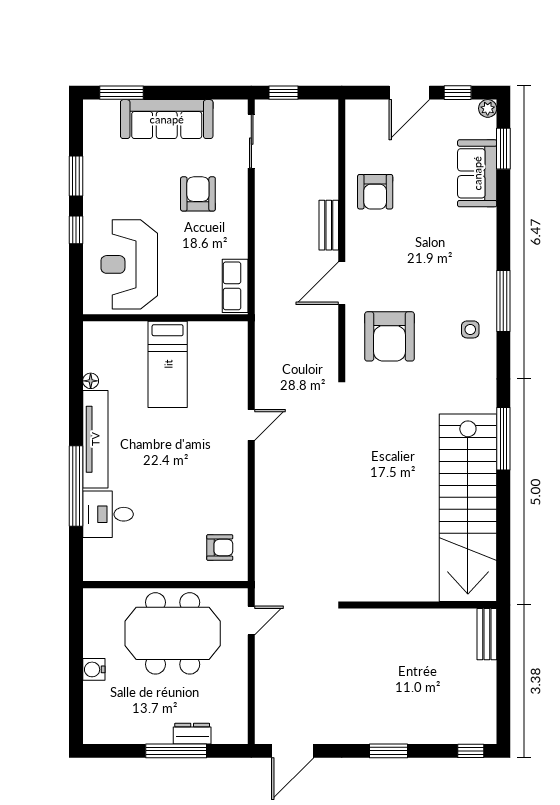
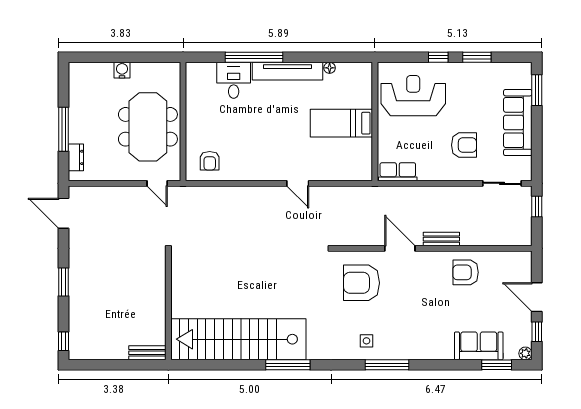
dresser: (192, 734) -> (76, 157), moved

